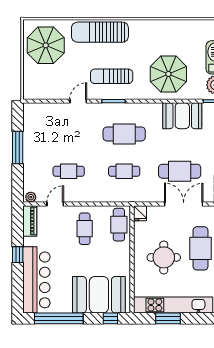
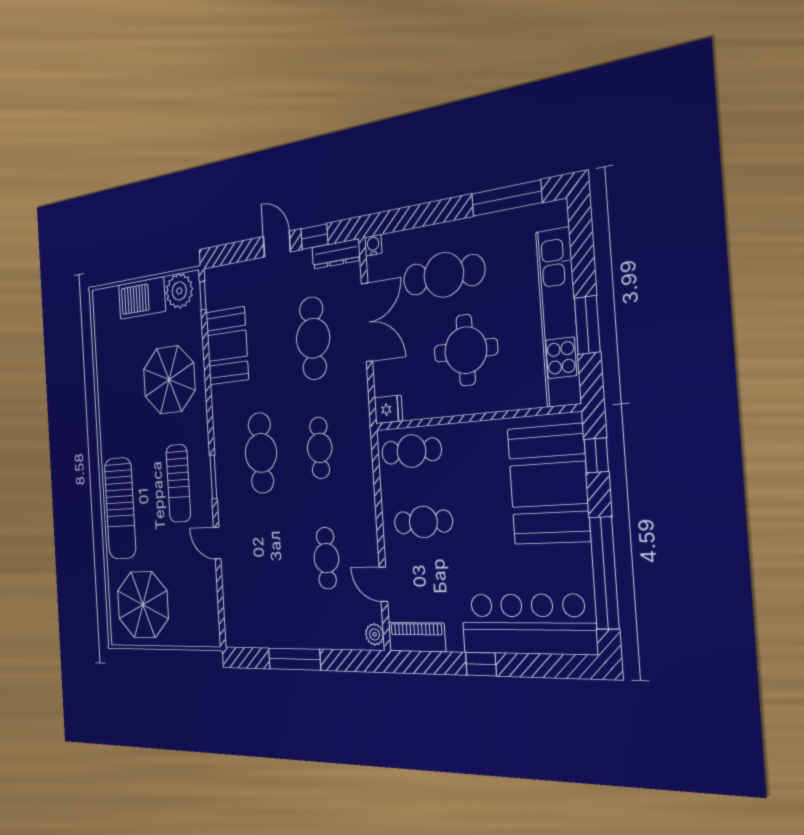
double door: (184, 204) -> (367, 322), swing flipped

